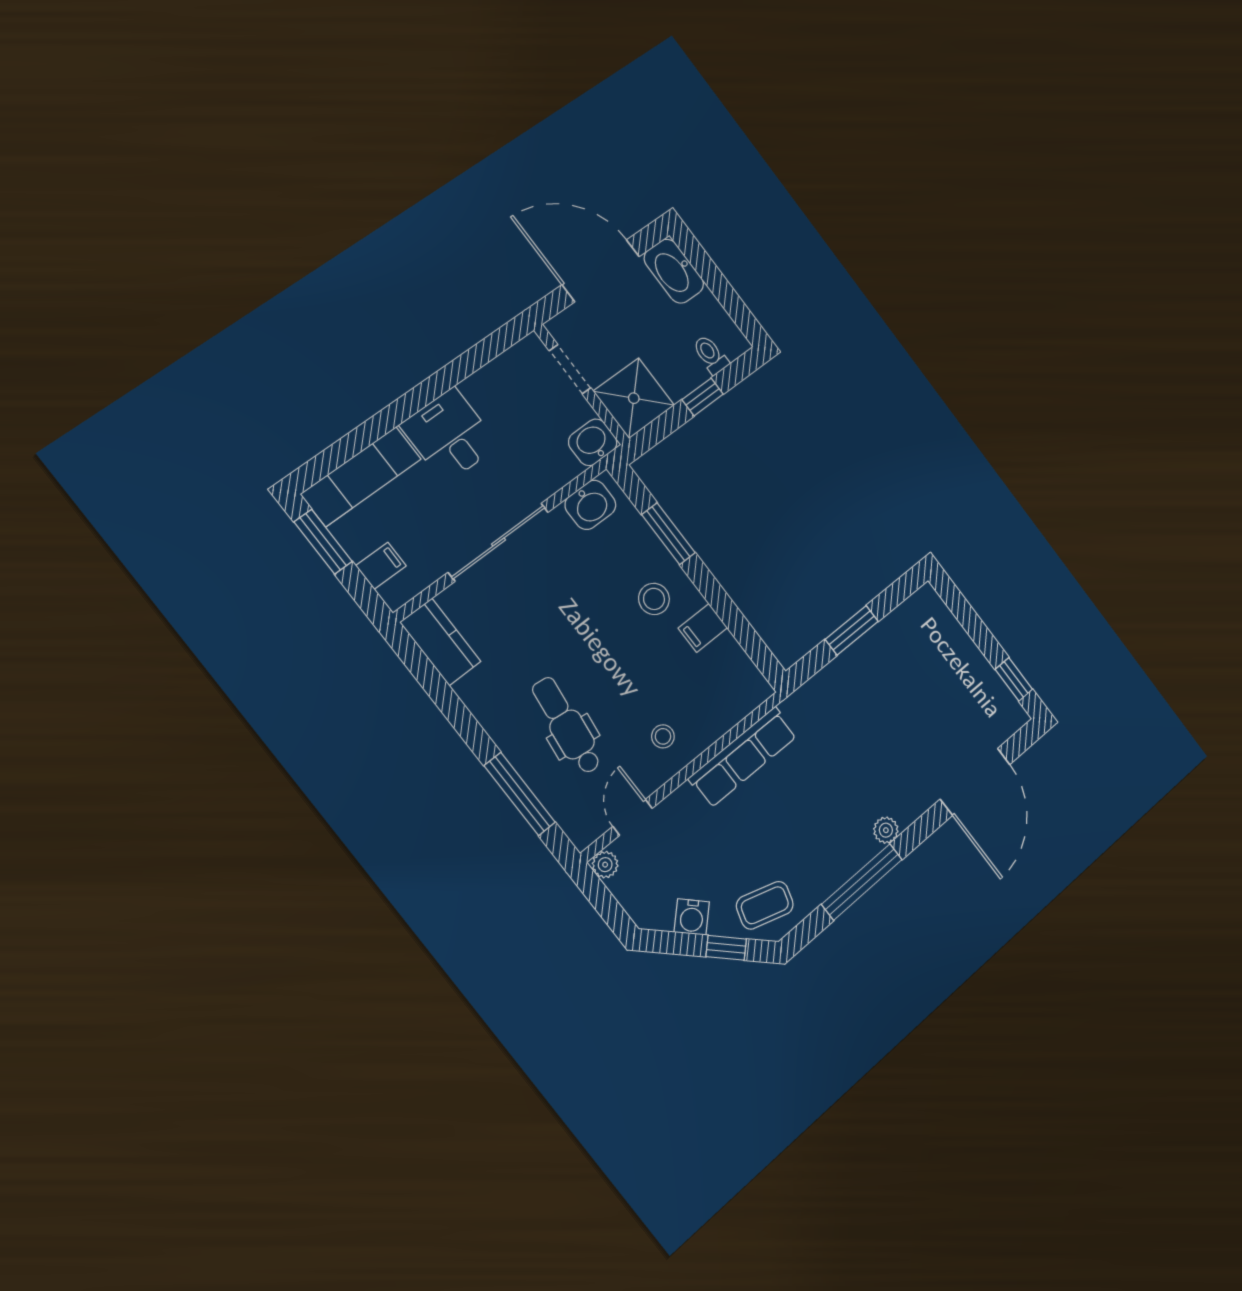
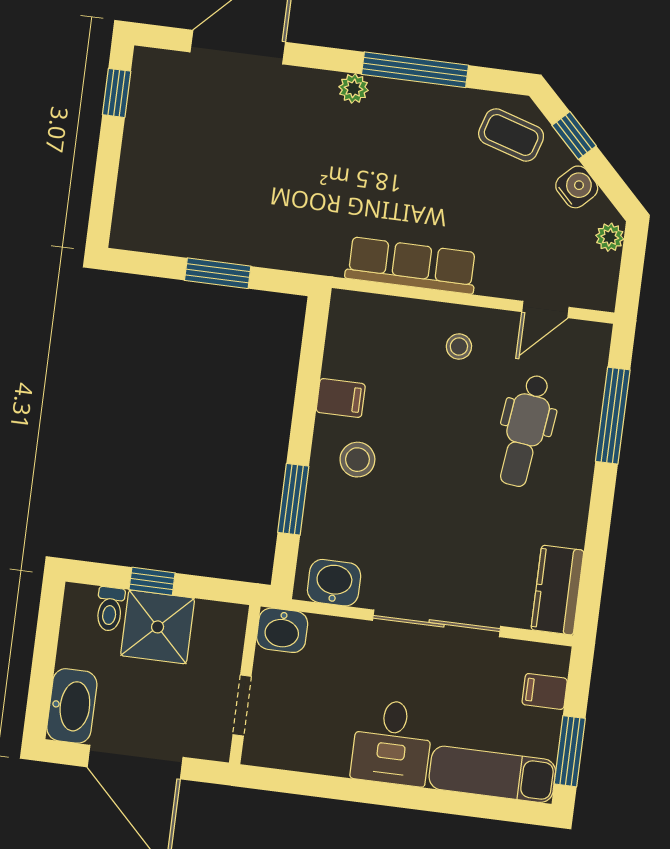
shower: (634, 398) -> (158, 627), moved
plant: (605, 865) -> (610, 237), moved

